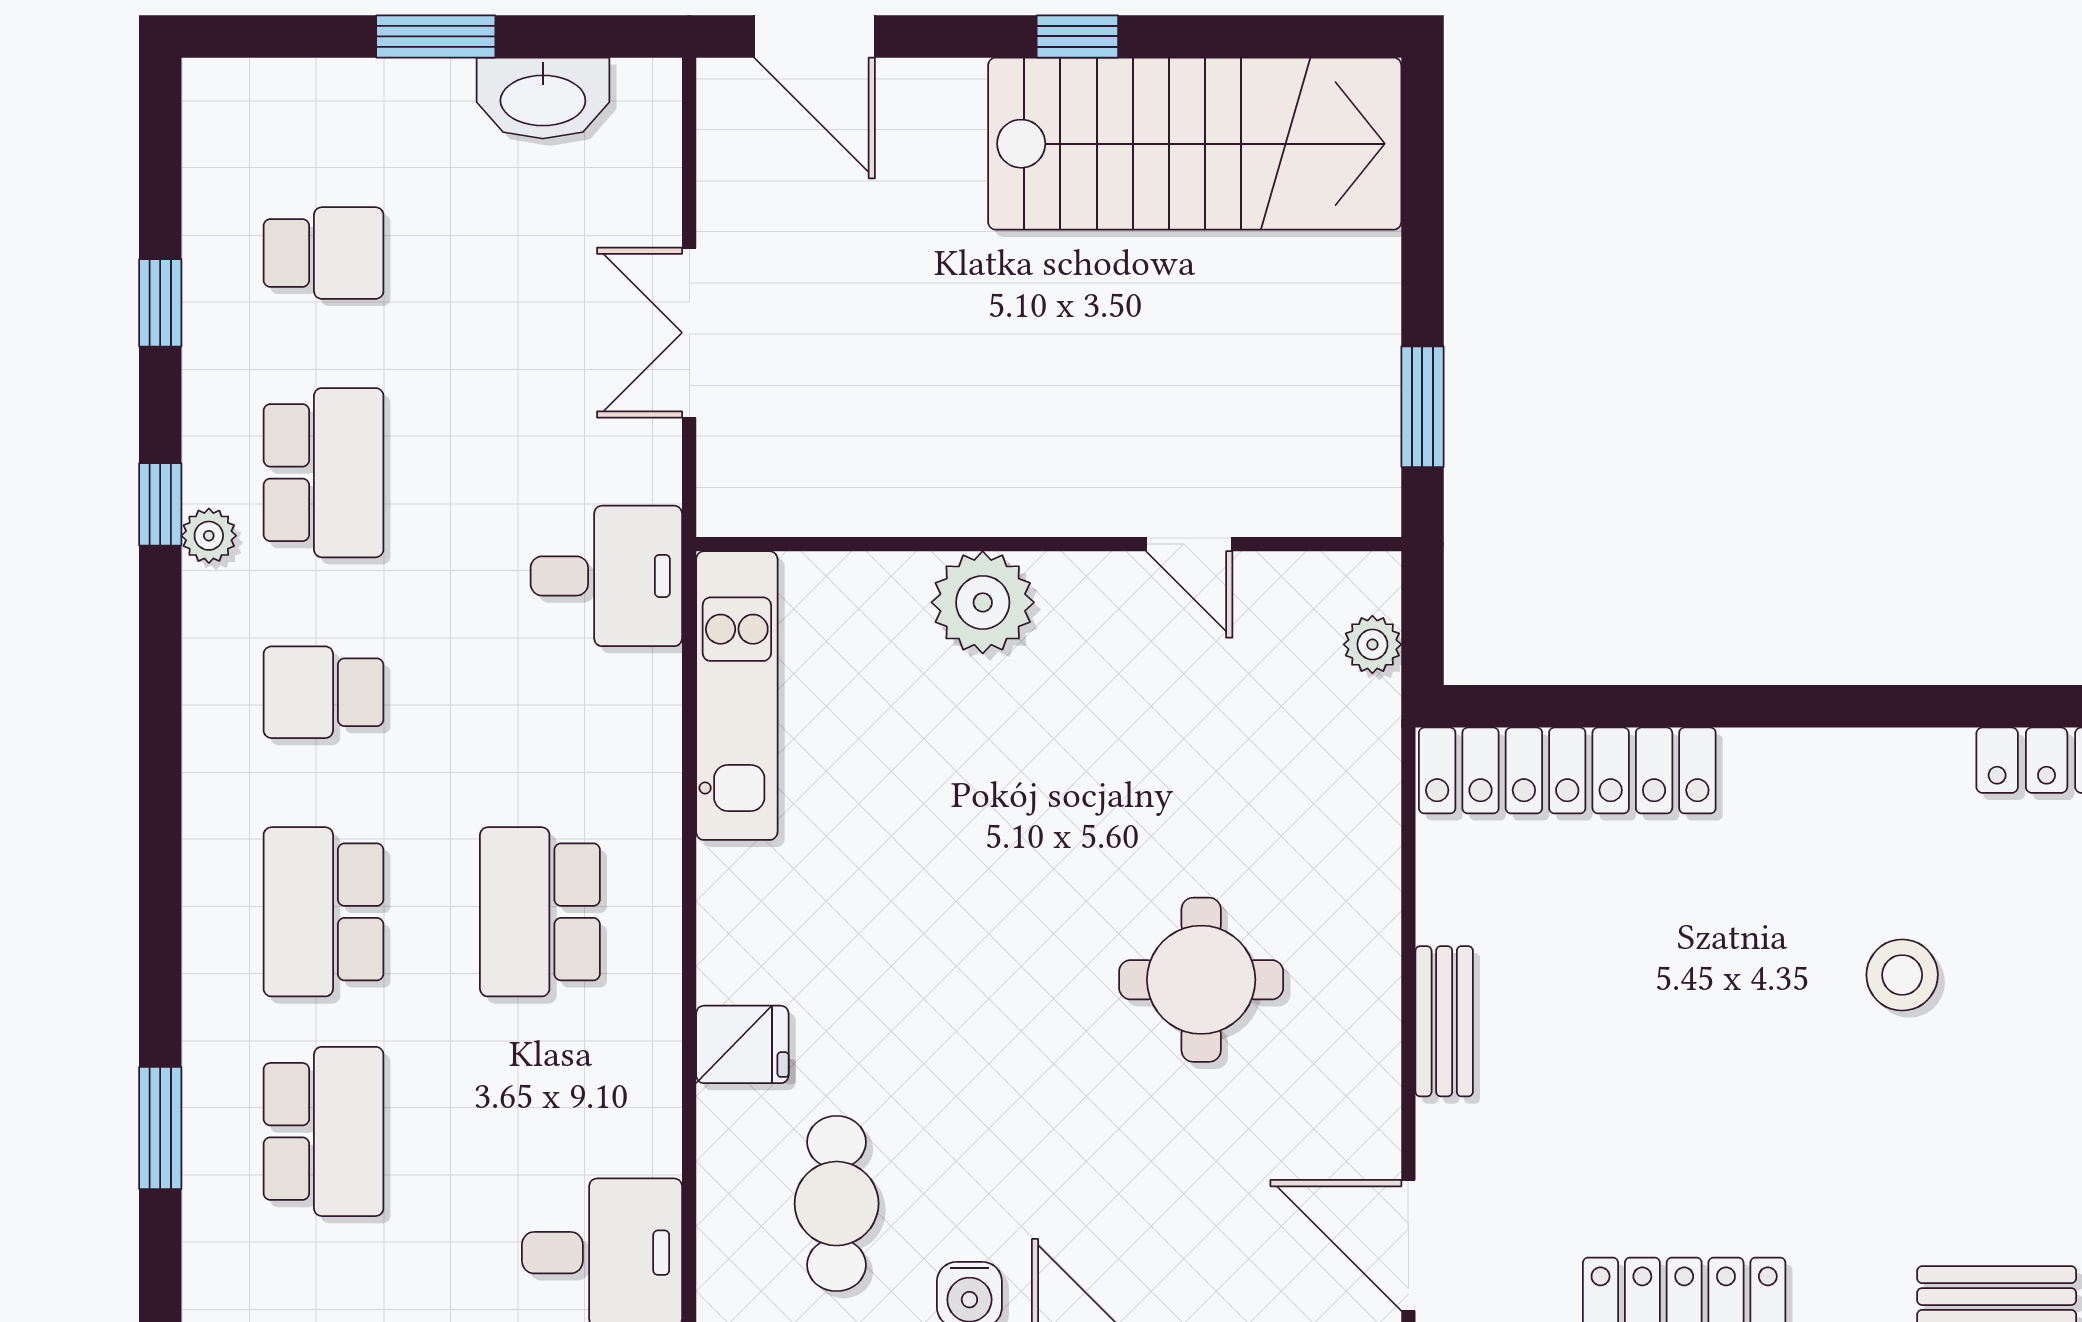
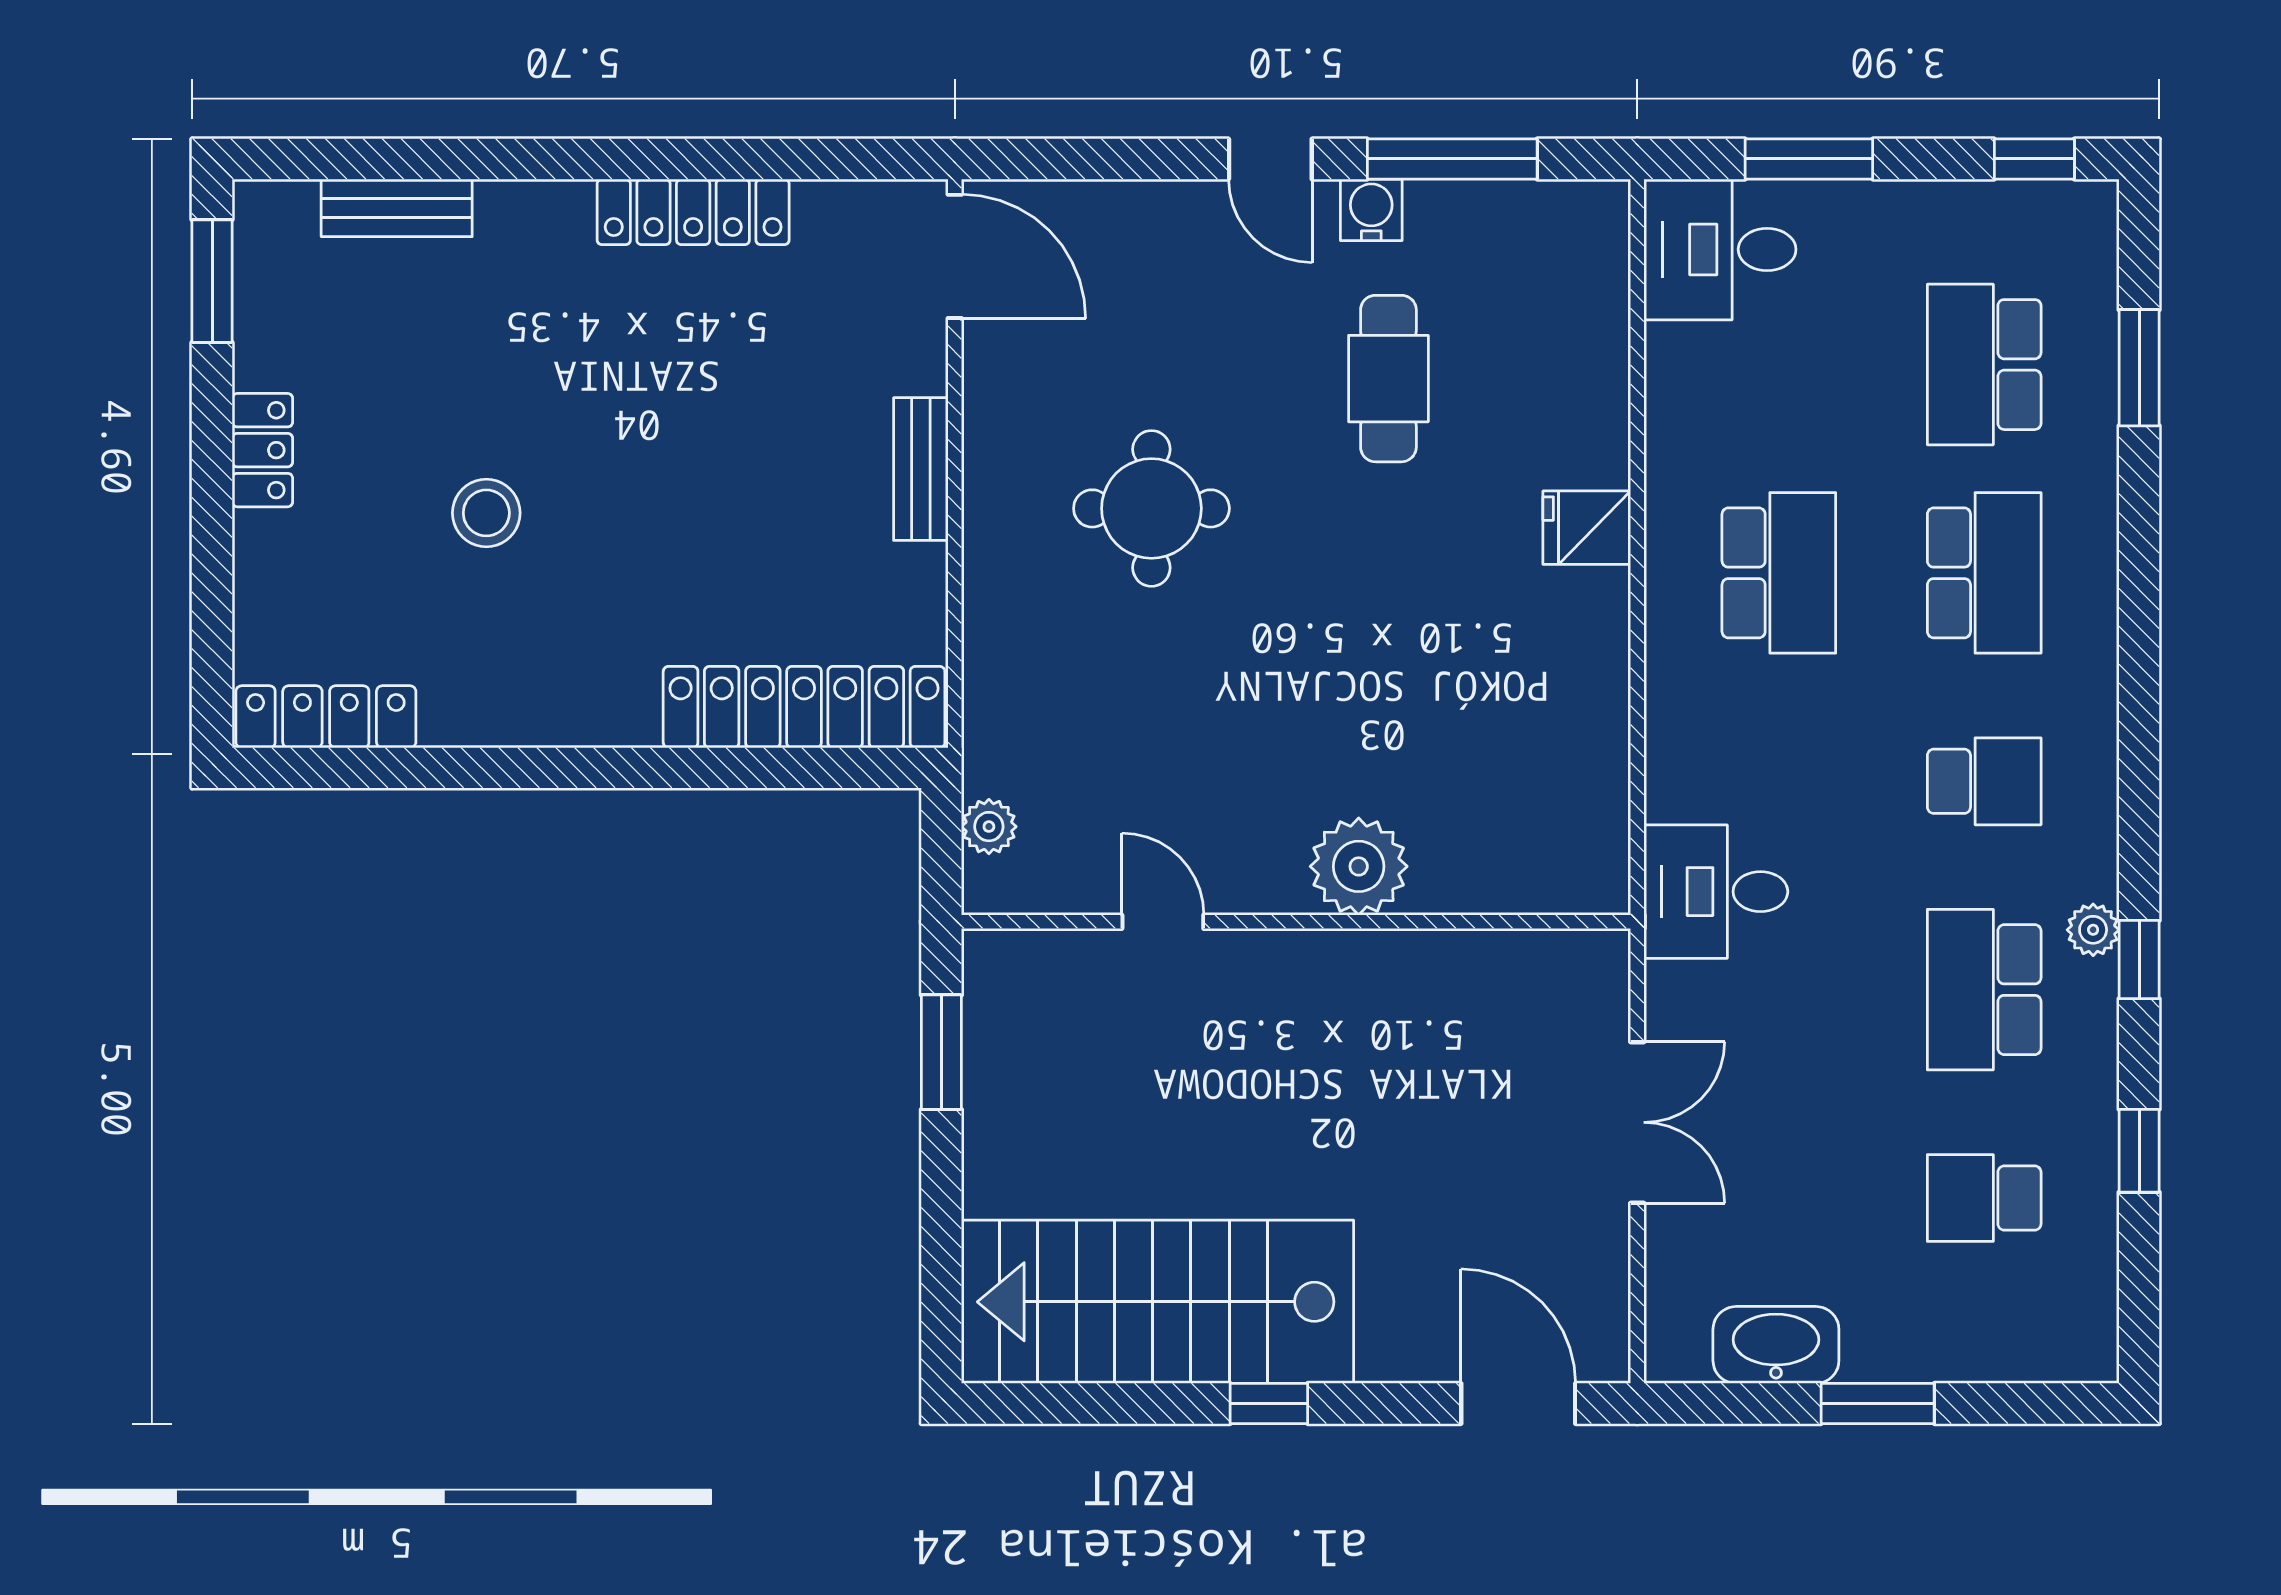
kitchen unit: (737, 696) -> (1592, 778), removed
fridge: (742, 1044) -> (1587, 528), moved
cafe table: (837, 1204) -> (1388, 379), moved

